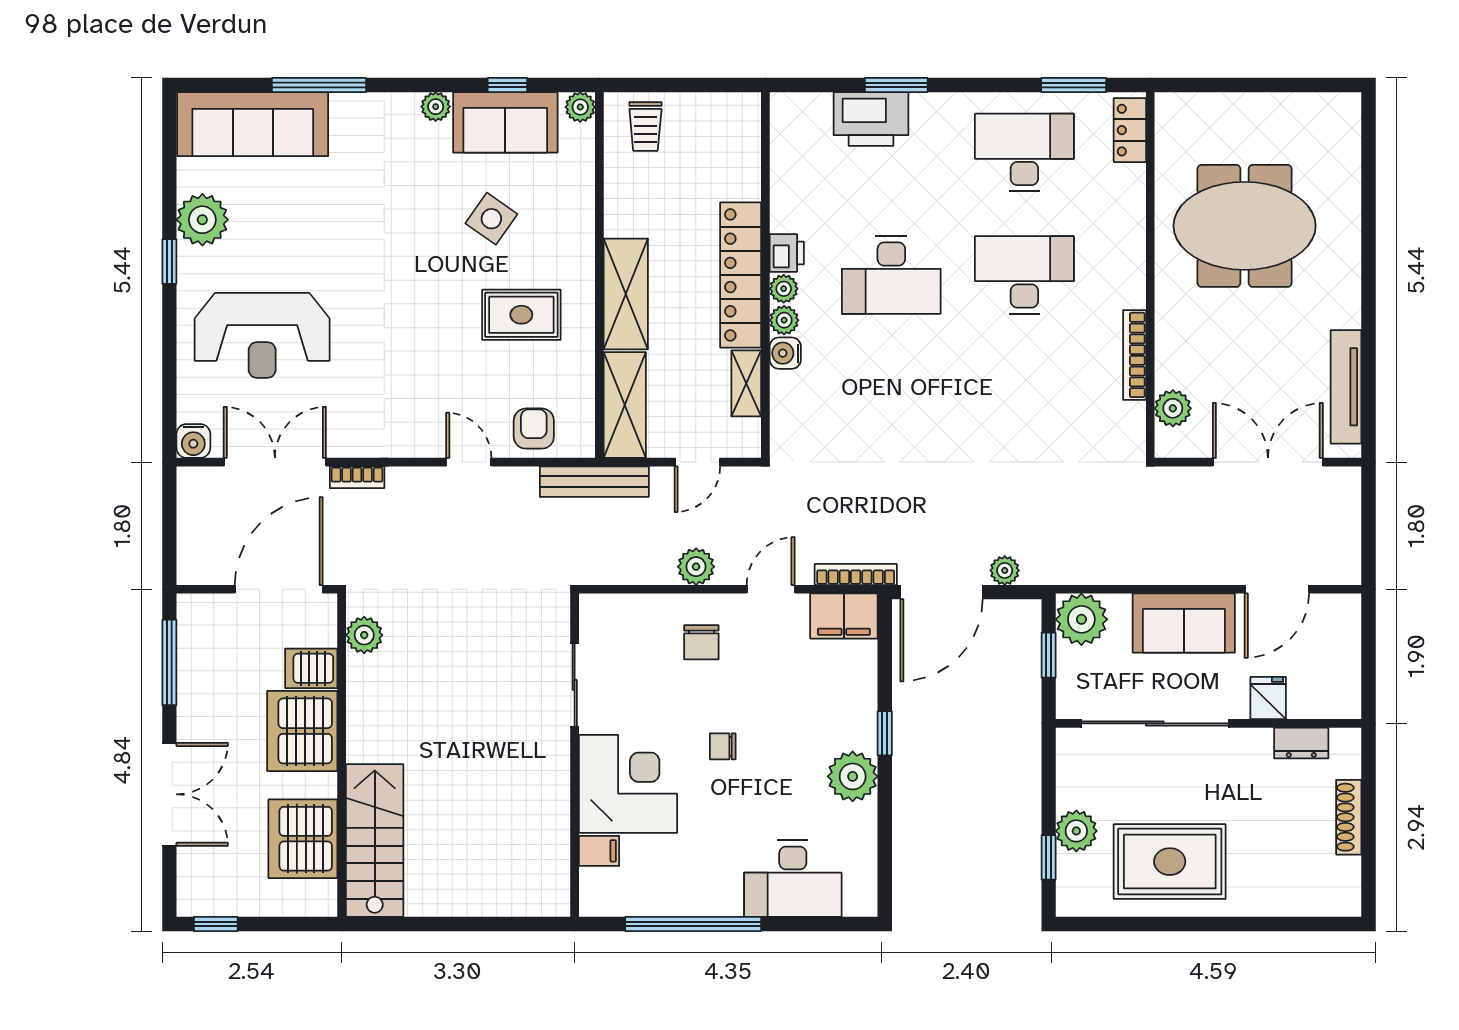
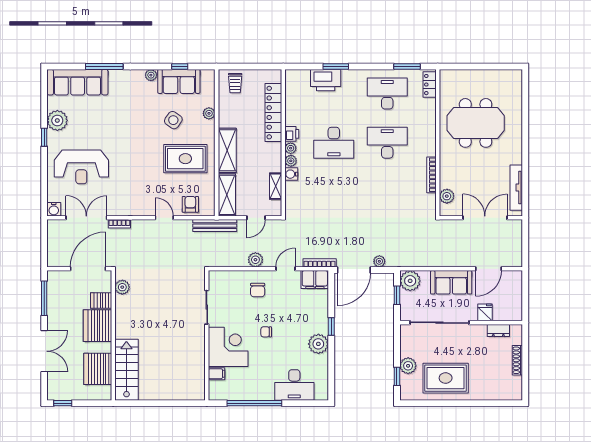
plant: (580, 107) -> (209, 113), moved
locker: (741, 275) -> (273, 113), moved
rug: (521, 315) -> (185, 159), width x1.36, depth x1.43

